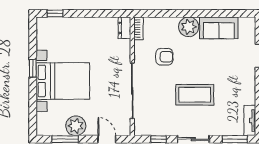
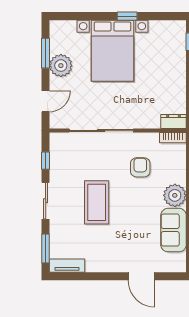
armchair: (164, 57) -> (140, 167), turned 180

